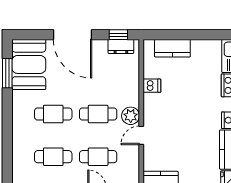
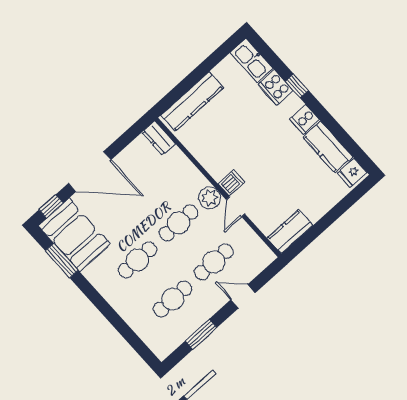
window: (118, 35) -> (51, 206), moved
dresser: (121, 46) -> (159, 138), moved, turned 90
kitchen counter: (172, 48) -> (192, 102), width x1.50
dishwasher: (152, 86) -> (231, 183), moved

